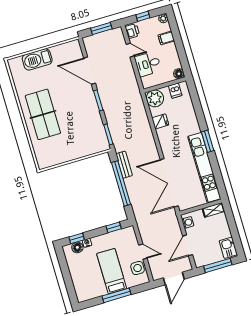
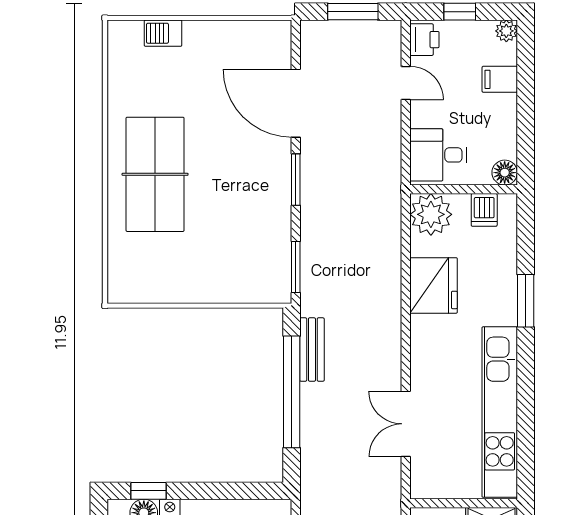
barbecue: (37, 59) -> (163, 33), width x0.53, depth x0.65
desk: (148, 64) -> (438, 155), moved
fridge: (160, 121) -> (434, 285), width x1.88, depth x1.34
window: (208, 141) -> (526, 301), moved
double door: (169, 183) -> (406, 424), width x0.54
window: (114, 227) -> (243, 491), removed

